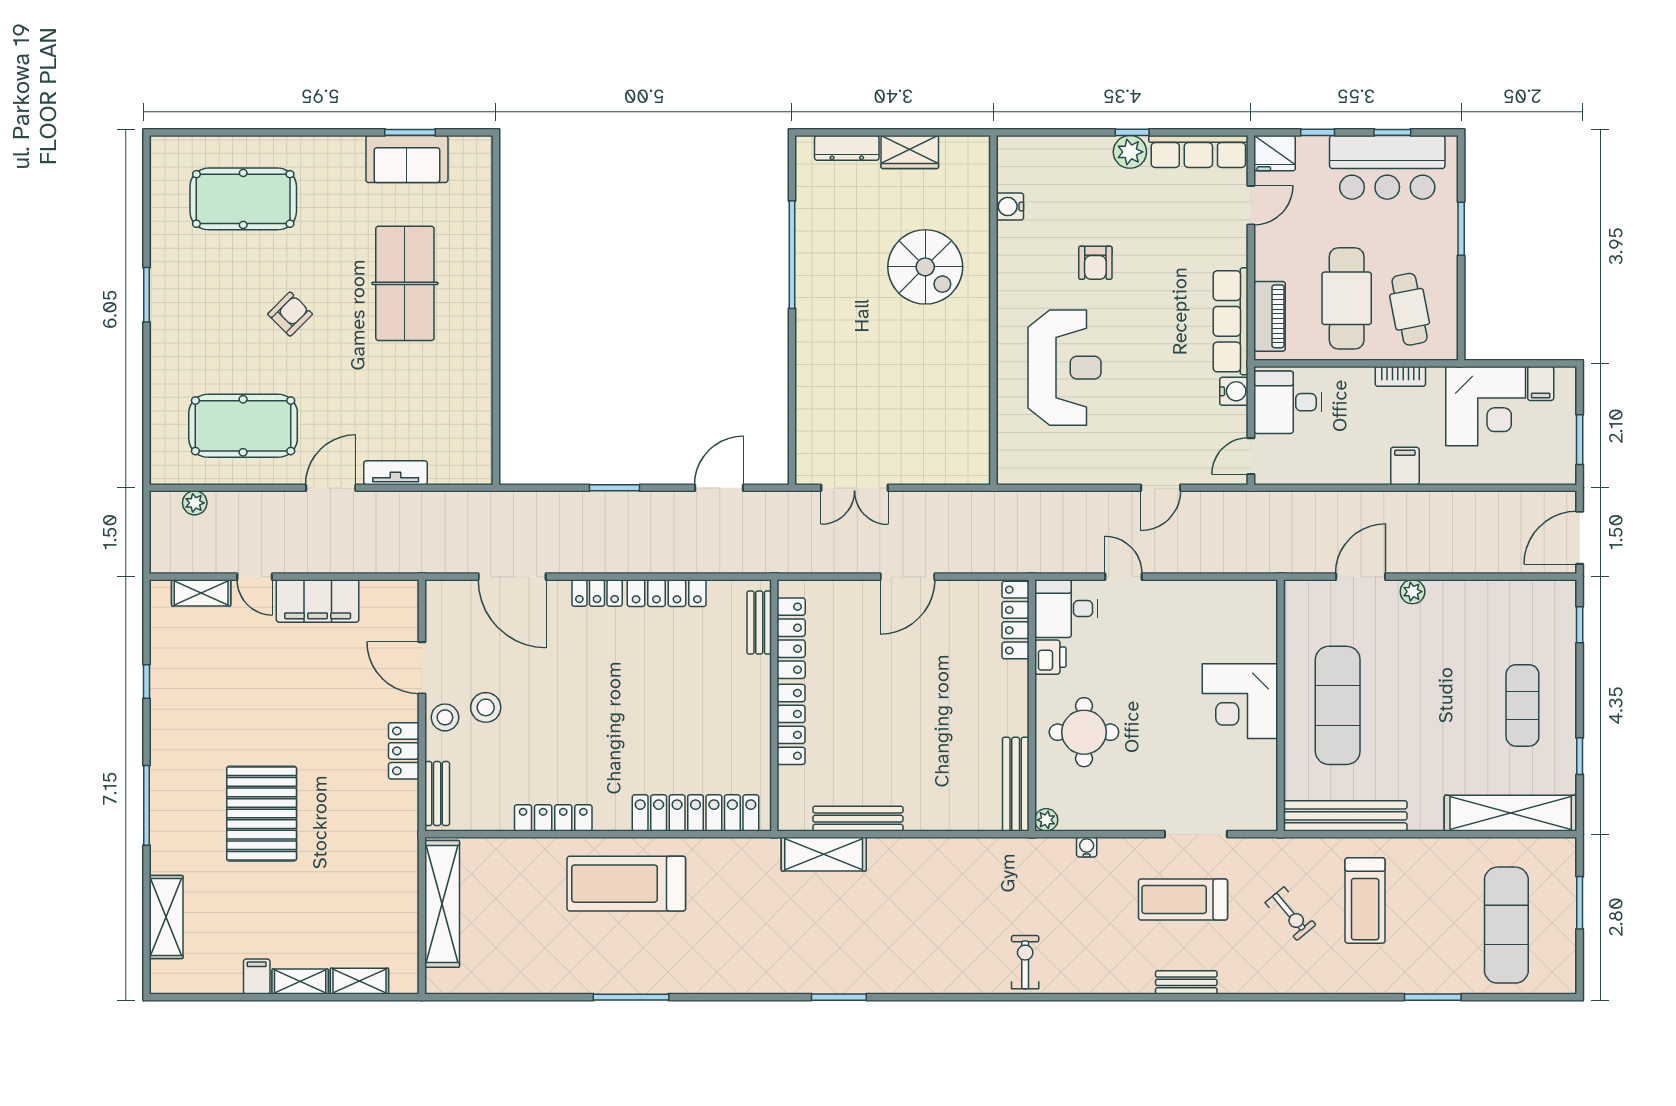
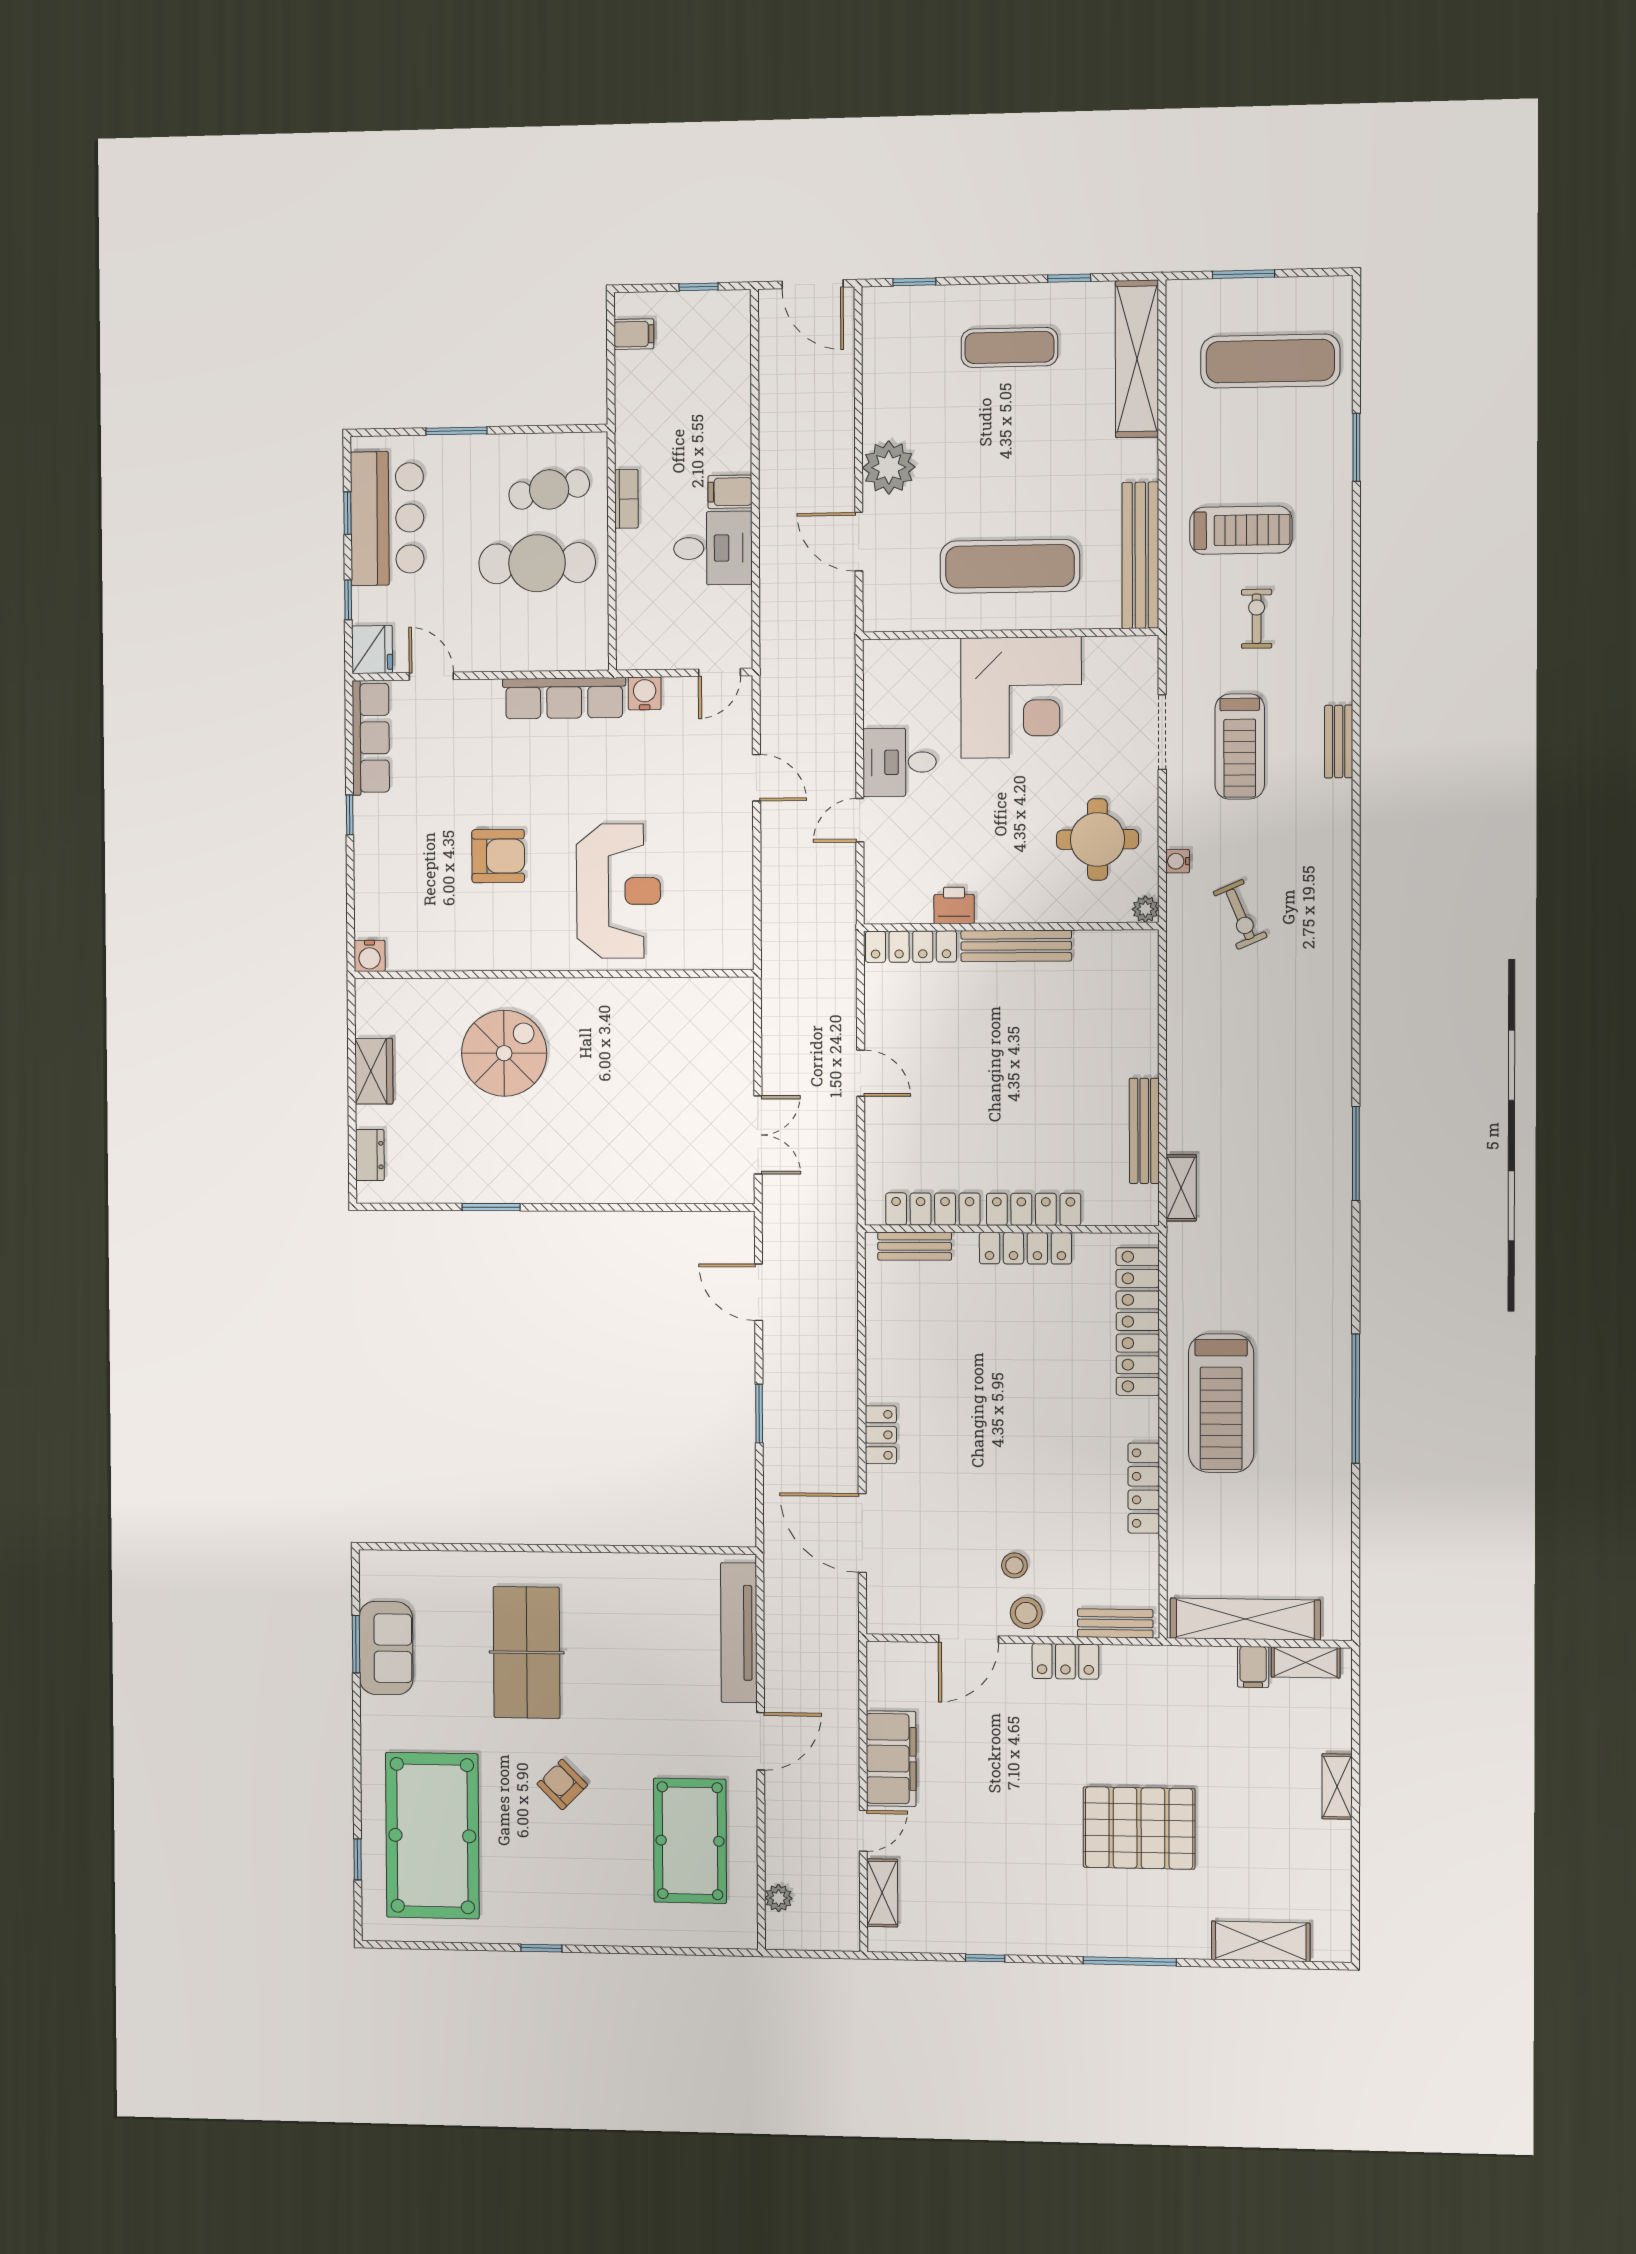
window: (221, 132) -> (358, 1859), added
dresser: (847, 148) -> (370, 1155), width x0.70
plant: (1130, 152) -> (372, 817), removed
pool table: (243, 199) -> (432, 1836), width x1.36, depth x1.32
water cooler: (1010, 206) -> (370, 956), moved
window: (792, 255) -> (491, 1207), width x0.47
armchair: (1095, 263) -> (498, 856), width x1.38, depth x1.38
table tennis table: (405, 283) -> (527, 1652), turned 90
window: (147, 295) -> (541, 1948), width x0.67
piano: (1270, 316) -> (558, 653), removed
reception desk: (1065, 368) -> (618, 891), turned 90
desk: (1288, 402) -> (713, 548), moved, turned -90
corner desk: (1486, 406) -> (660, 398), removed
window: (1580, 440) -> (699, 287), width x0.67
door: (1251, 456) -> (719, 672), hinge flipped
tv unit: (396, 473) -> (739, 1633), width x1.92, depth x1.29
door: (331, 488) -> (761, 1741), swing flipped
door: (512, 577) -> (862, 1533), swing flipped
door: (907, 577) -> (861, 1073), width x0.73
plant: (1413, 592) -> (889, 467), width x1.88, depth x1.88
locker: (667, 593) -> (1025, 1248), moved, turned 90
desk: (1066, 609) -> (900, 762), moved, turned 90
corner desk: (1240, 701) -> (1021, 698), width x1.36, depth x1.36
stool: (486, 707) -> (1014, 1565), width x0.73, depth x0.73
round table: (1084, 732) -> (1097, 839), moved
bench: (1016, 784) -> (1016, 946), moved
shelving: (824, 854) -> (1181, 1188), width x0.67, depth x0.75
exercise bike: (1290, 914) -> (1257, 619), turned -50
exercise bike: (1025, 962) -> (1240, 914), moved, turned -113
filing cabinet: (257, 977) -> (1253, 1667), moved, turned -90
shelving: (359, 981) -> (1306, 1662), moved, turned 90
window: (631, 997) -> (1356, 1399), width x1.46
window: (839, 997) -> (1356, 1154), width x1.44

